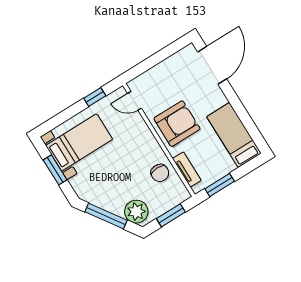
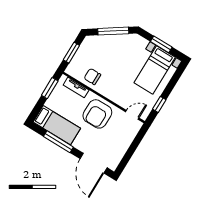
window: (242, 113) -> (58, 142), added
plant: (136, 212) -> (95, 44), removed

